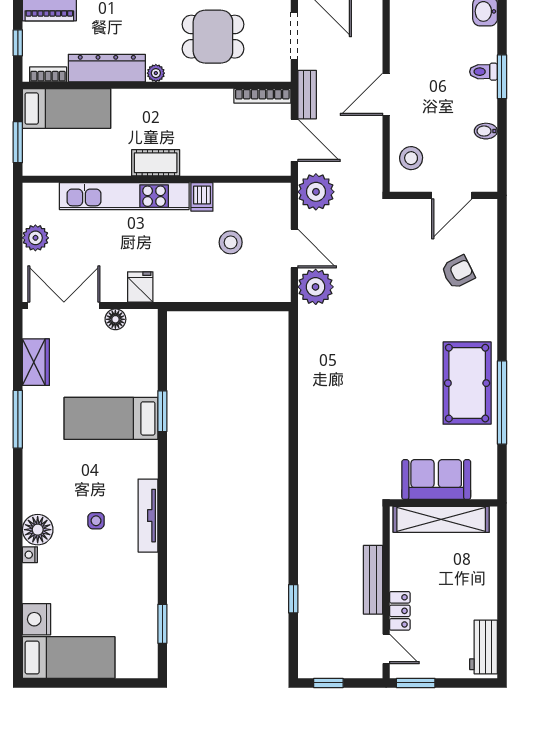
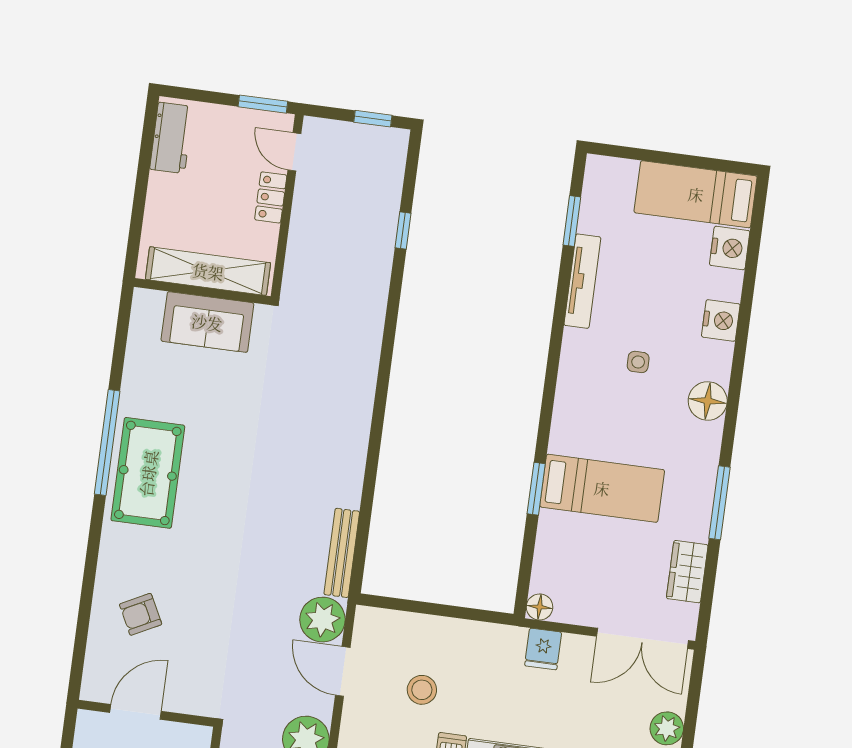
floor lamp: (115, 319) -> (540, 607), moved
sofa: (436, 480) -> (207, 322), moved
wall: (443, 503) -> (202, 291), moved
tv unit: (148, 516) -> (582, 281), moved
shelving: (441, 519) -> (208, 271), moved
floor lamp: (38, 530) -> (708, 401), moved
nightstand: (30, 555) -> (721, 320), width x1.89, depth x1.79
bench: (373, 580) -> (342, 553), moved

